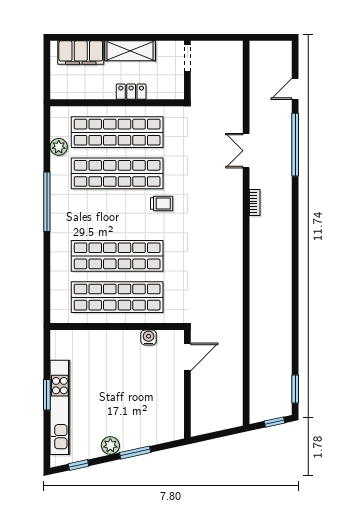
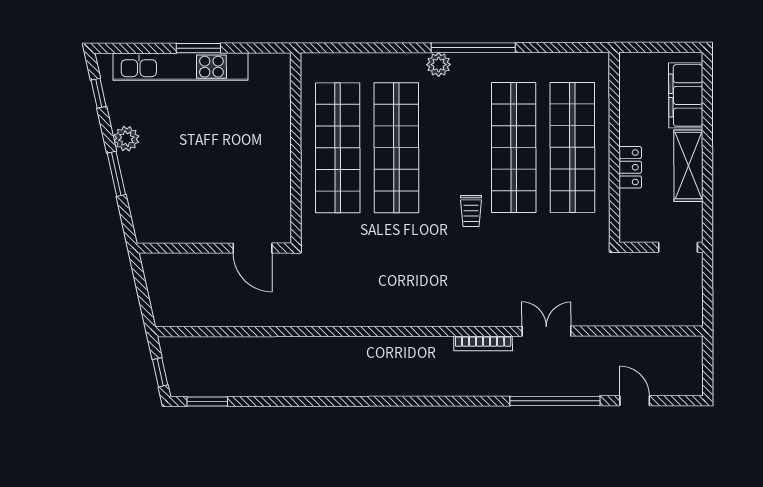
plant: (59, 147) -> (439, 65), moved
bookcase: (255, 203) -> (483, 343), width x1.56
water cooler: (149, 337) -> (280, 193), removed

